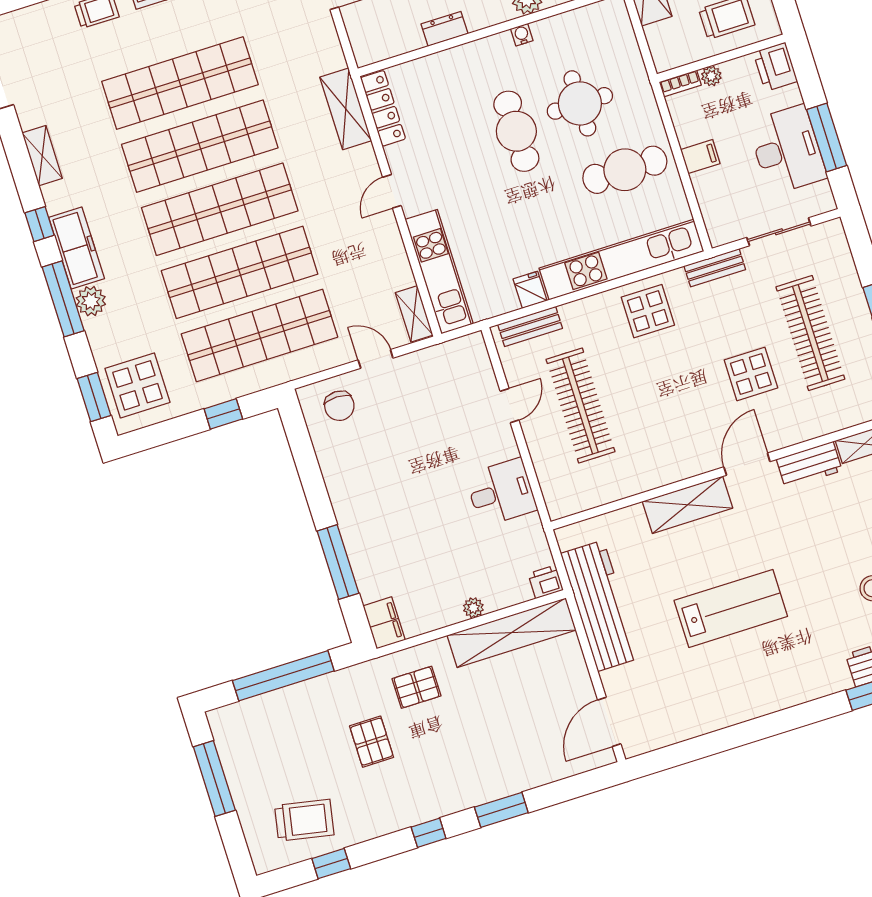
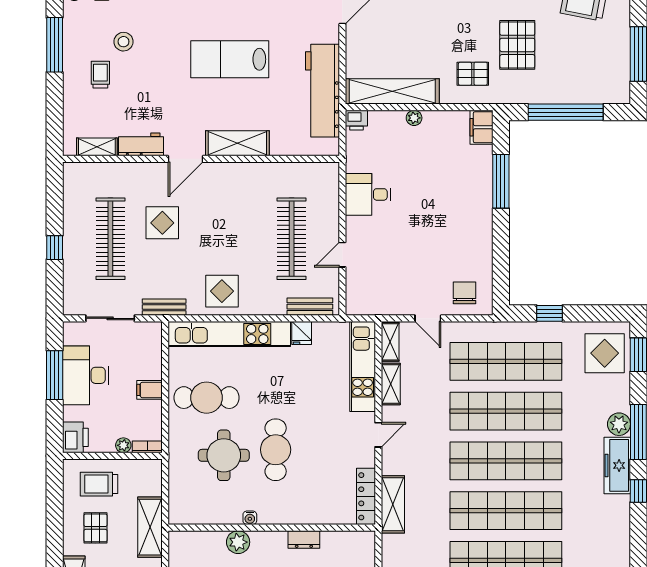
shelving: (42, 156) -> (391, 384), moved
pallet: (372, 742) -> (517, 45), width x1.50, depth x1.42

